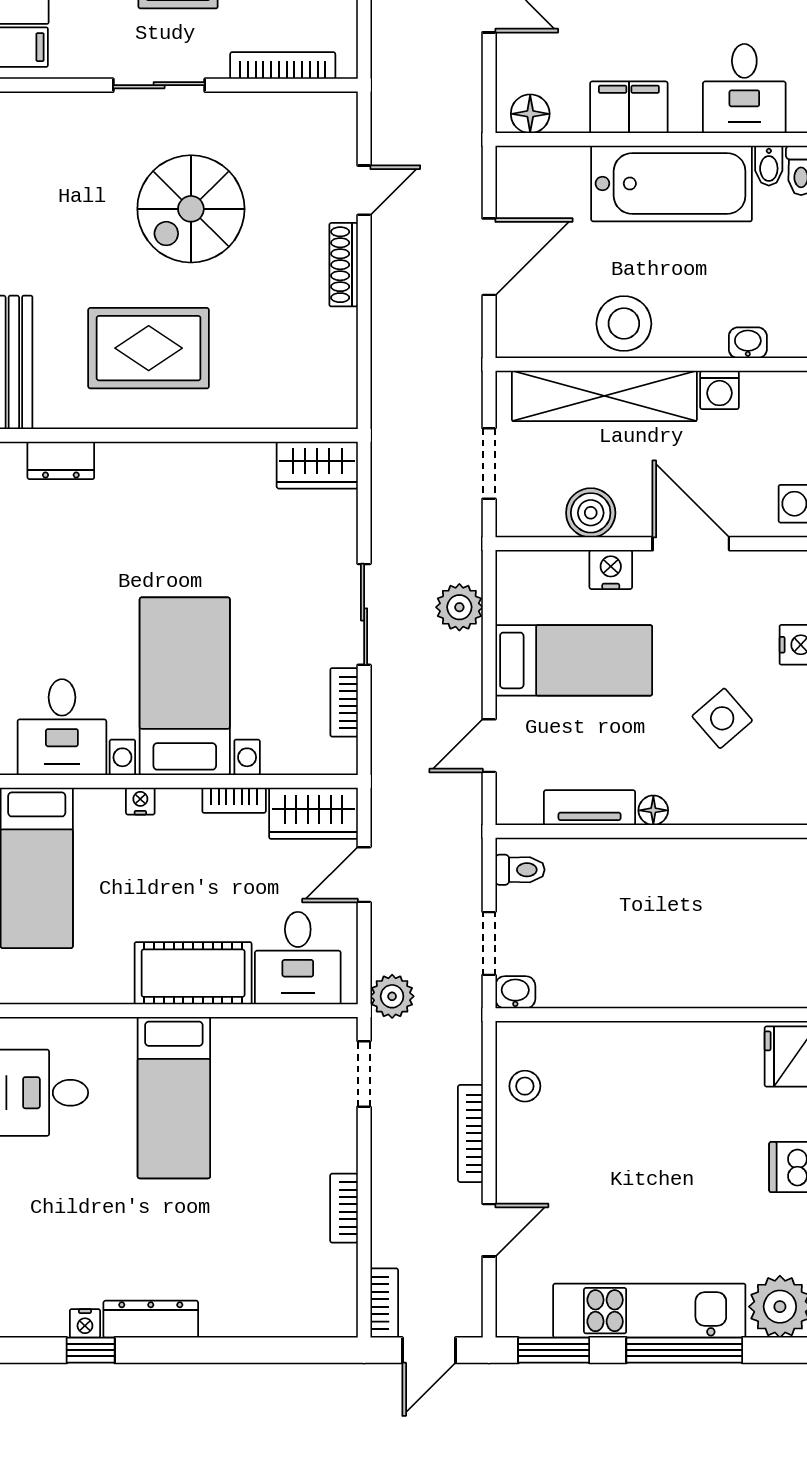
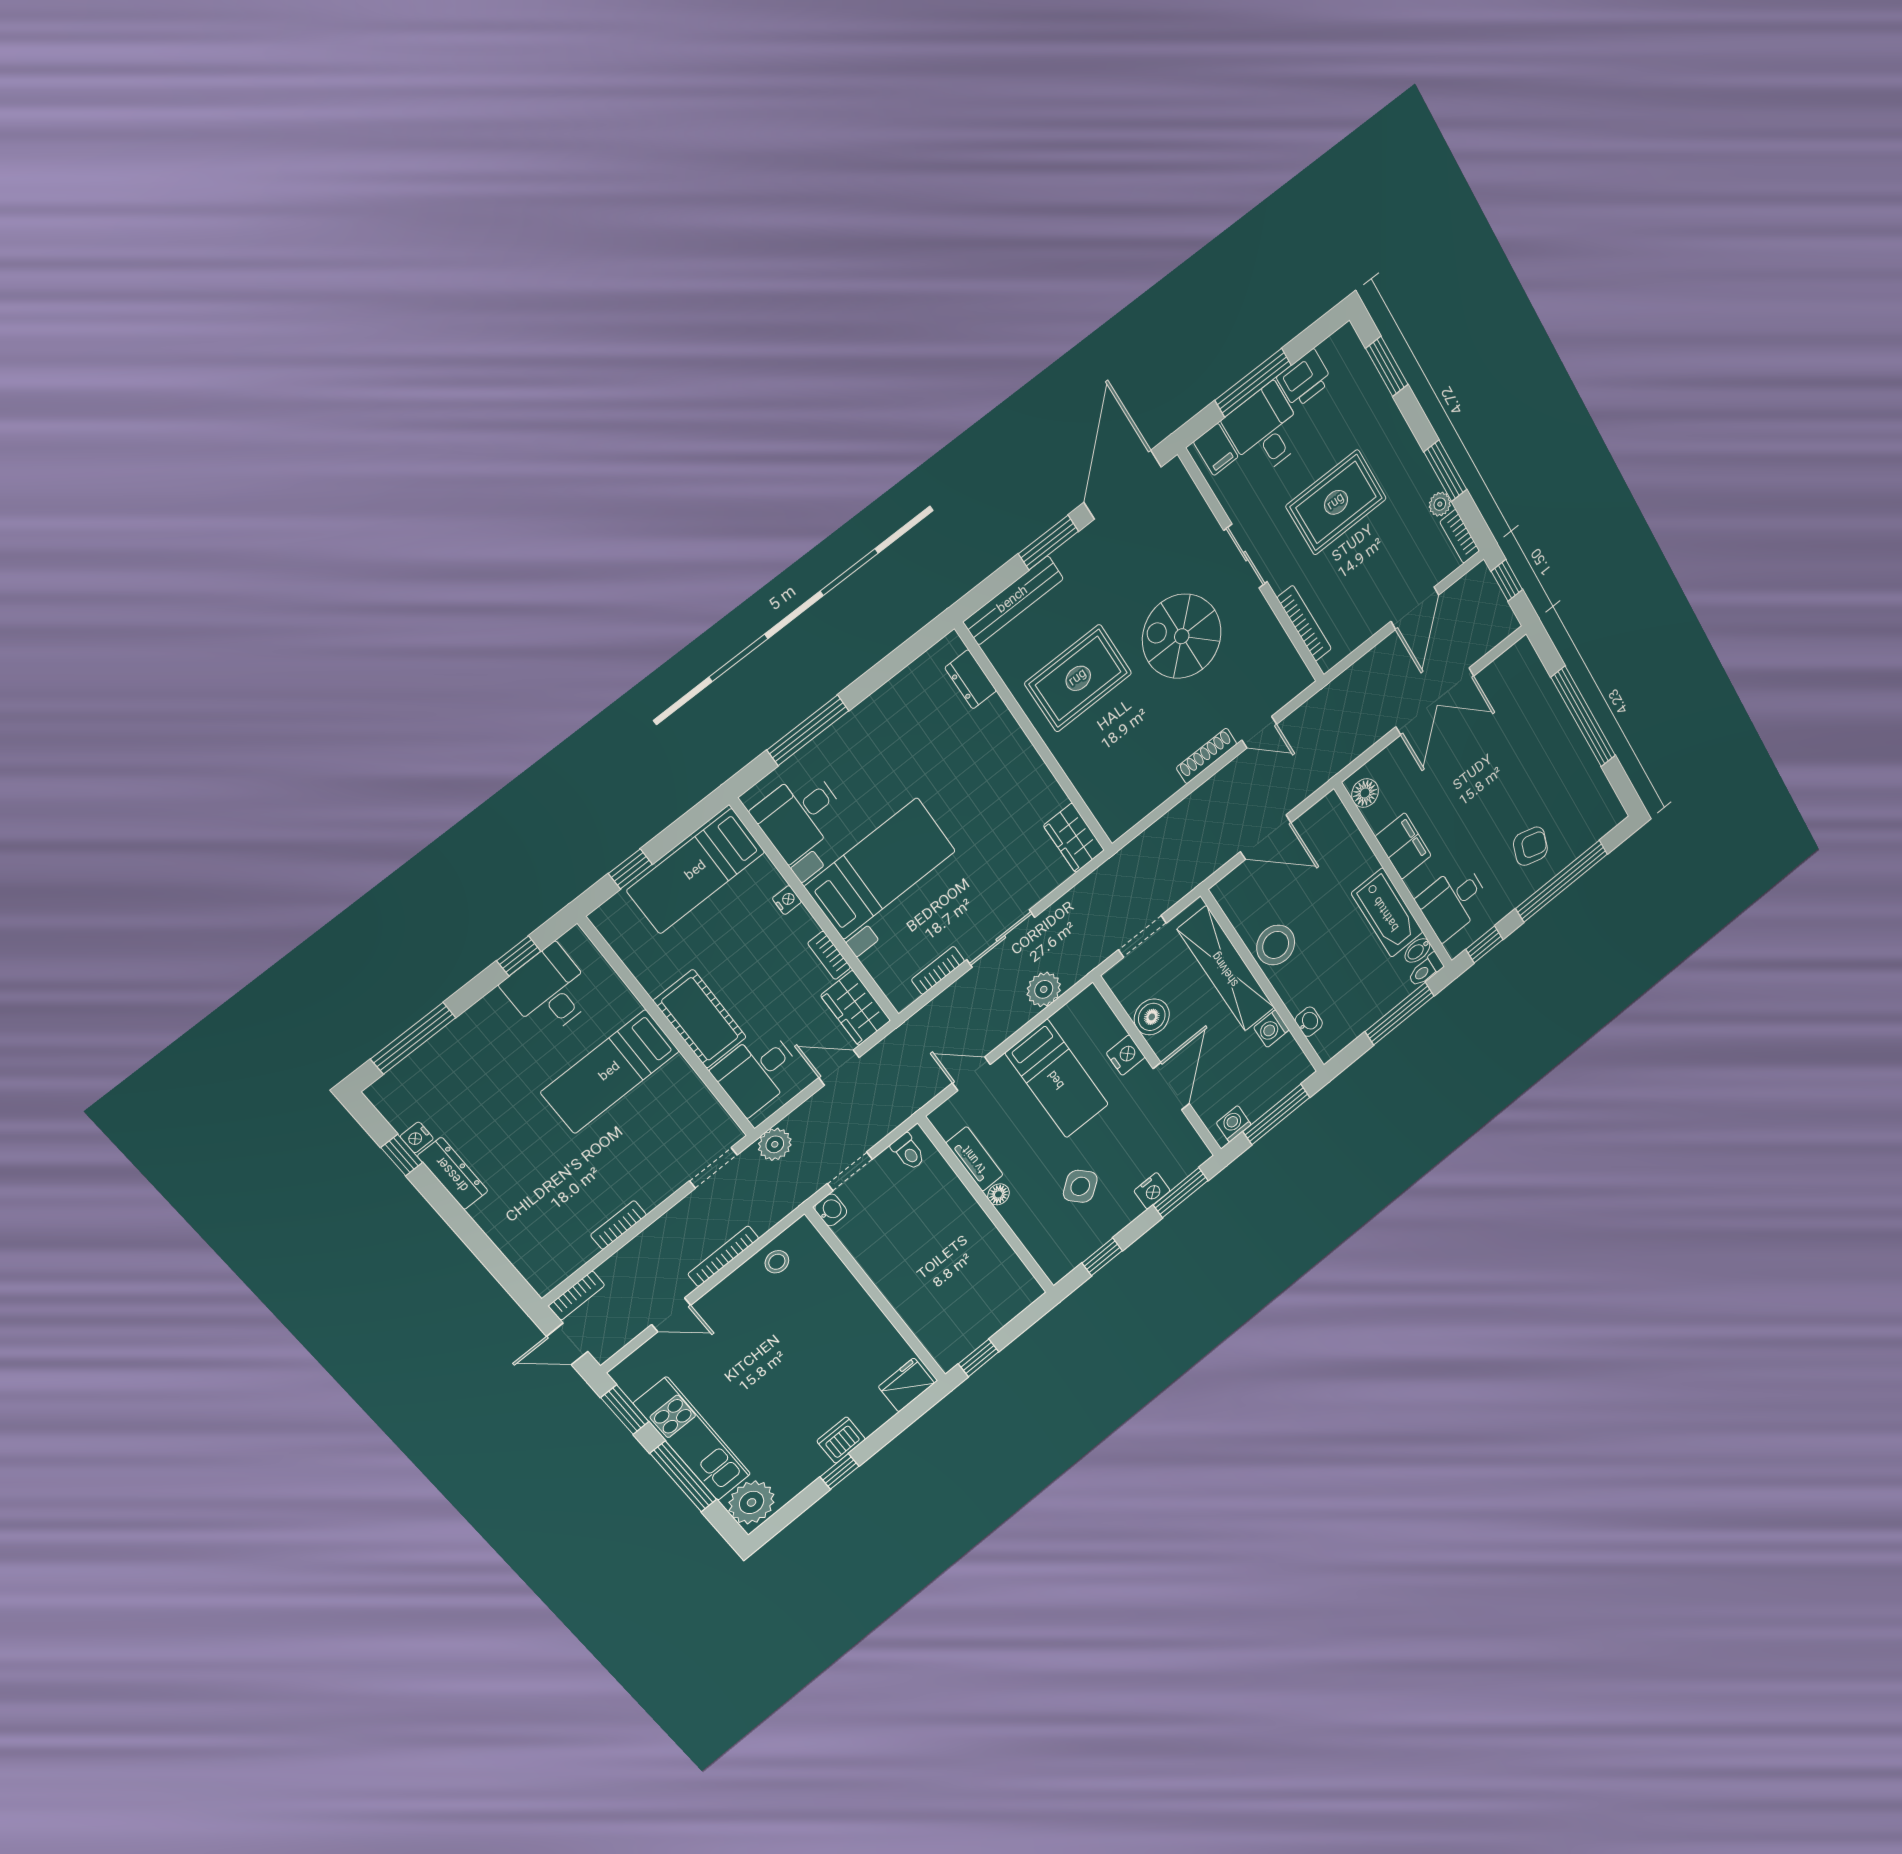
bathtub: (672, 183) -> (1387, 913), width x0.73, depth x0.73
rug: (149, 348) -> (1078, 678), turned 90

